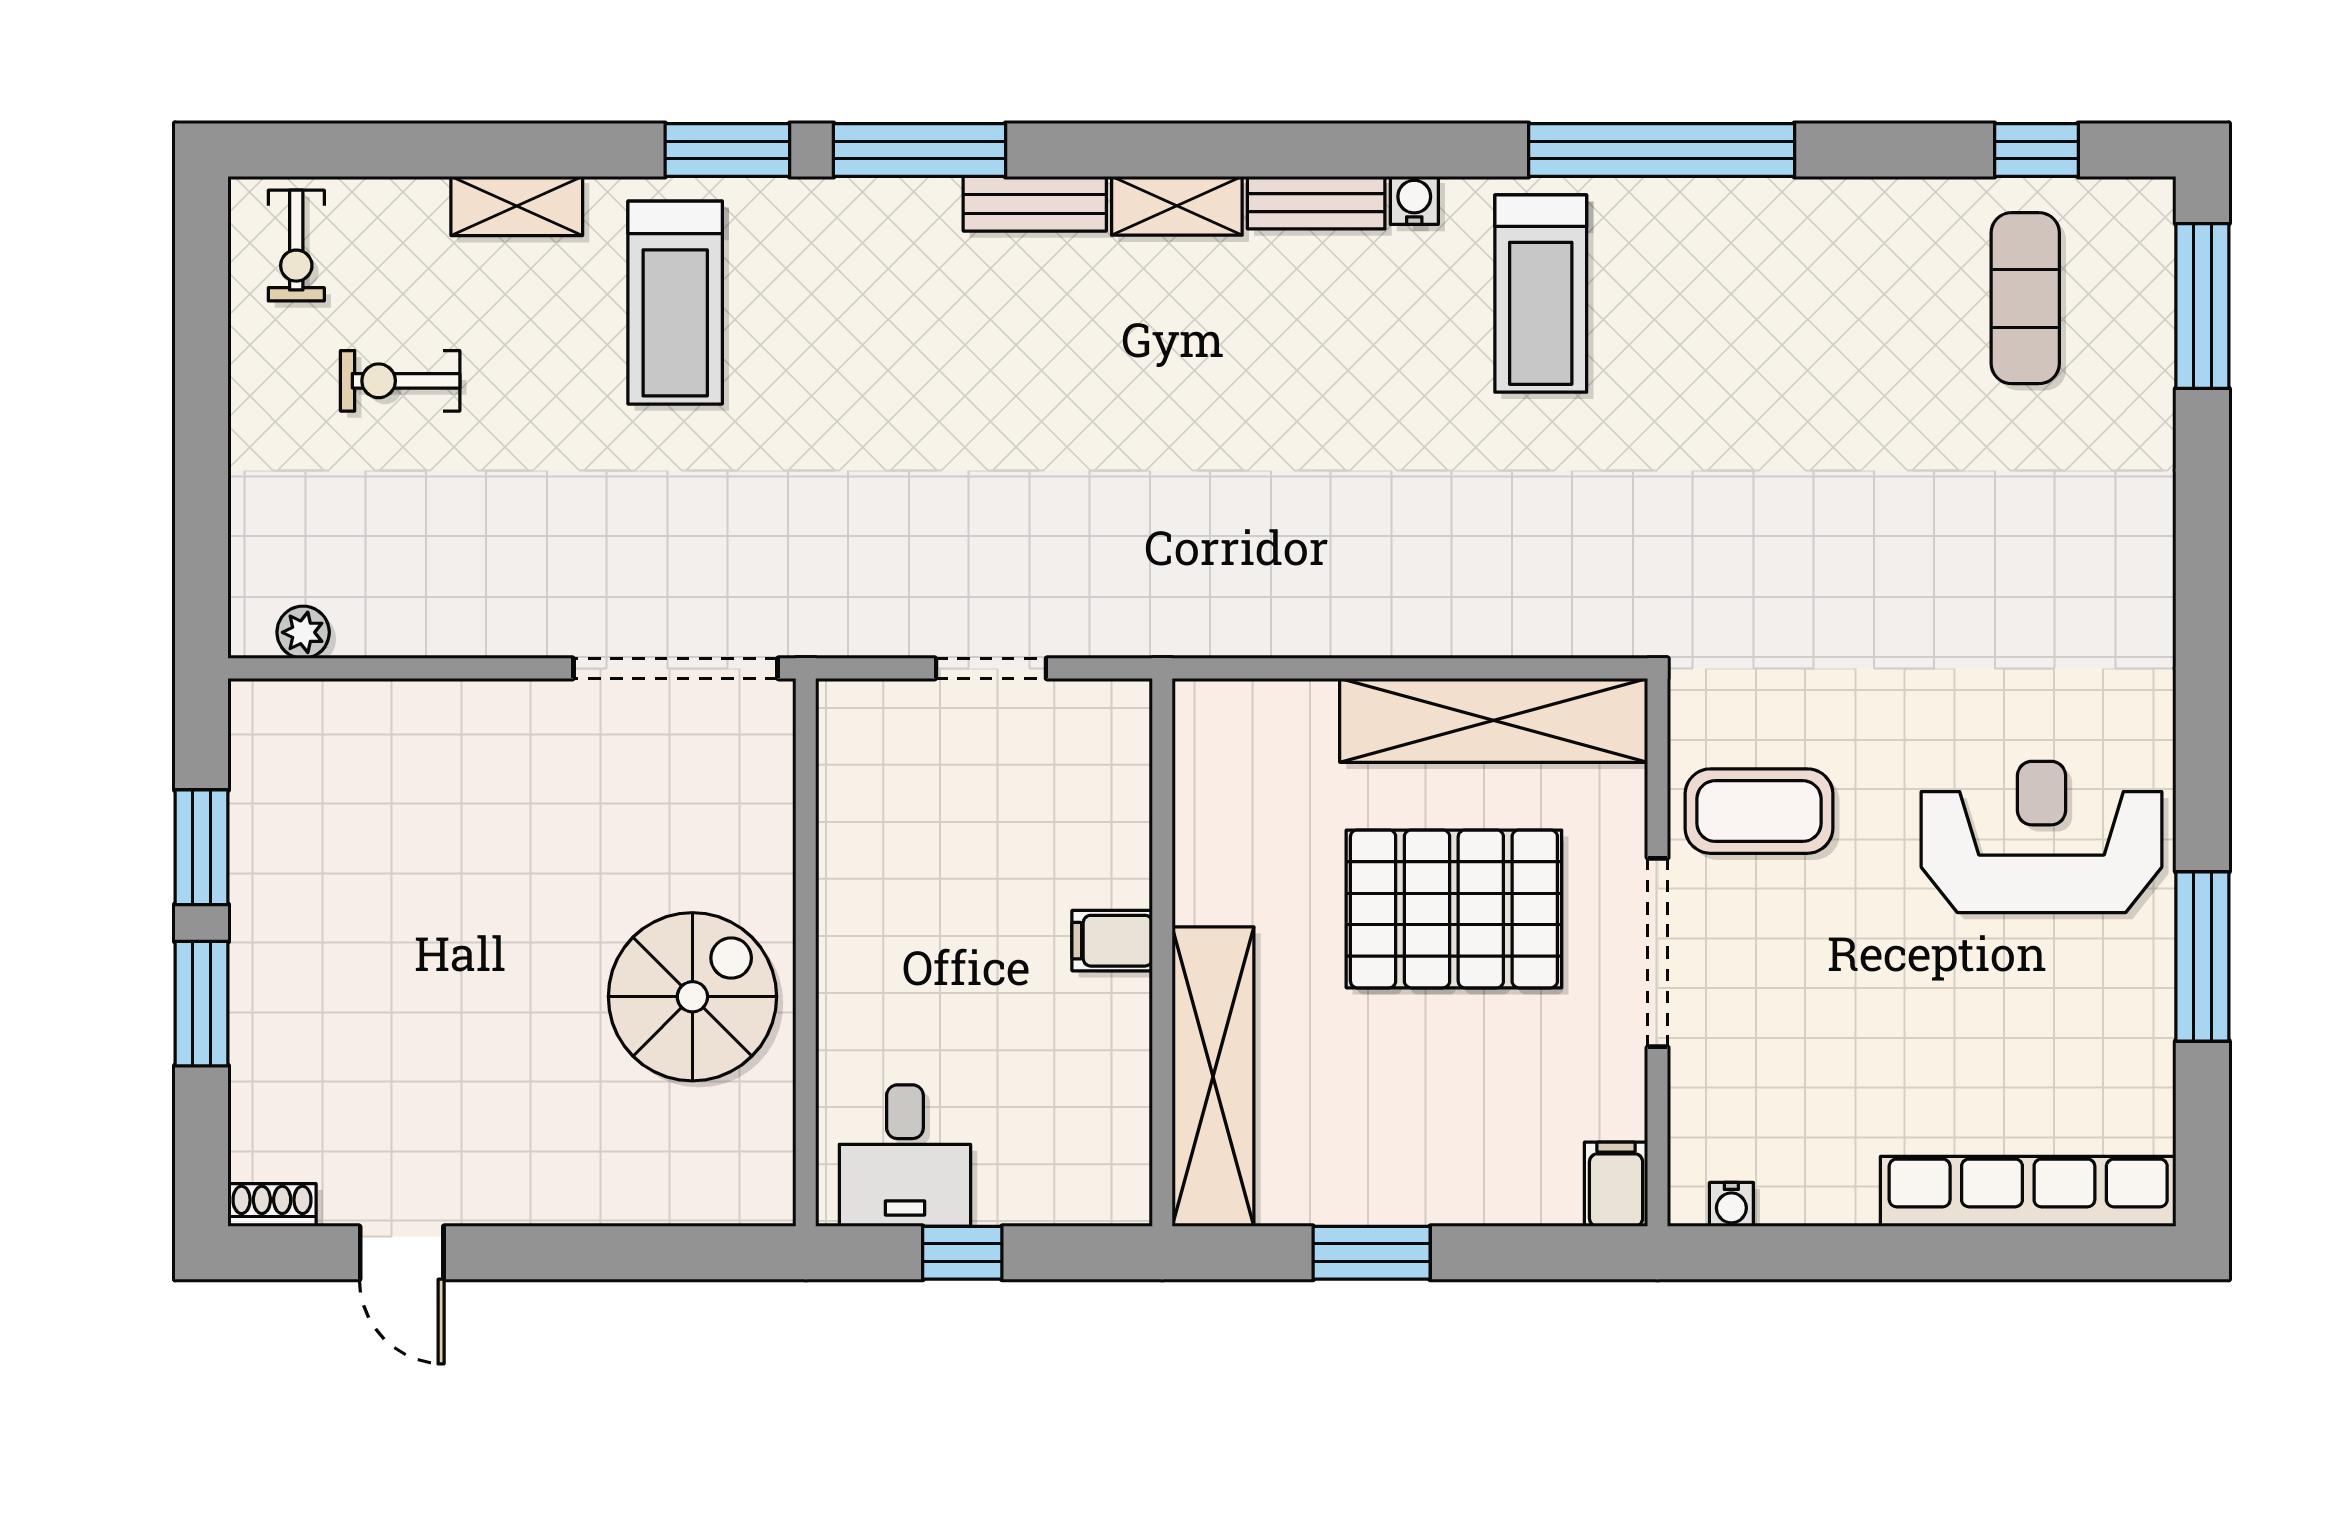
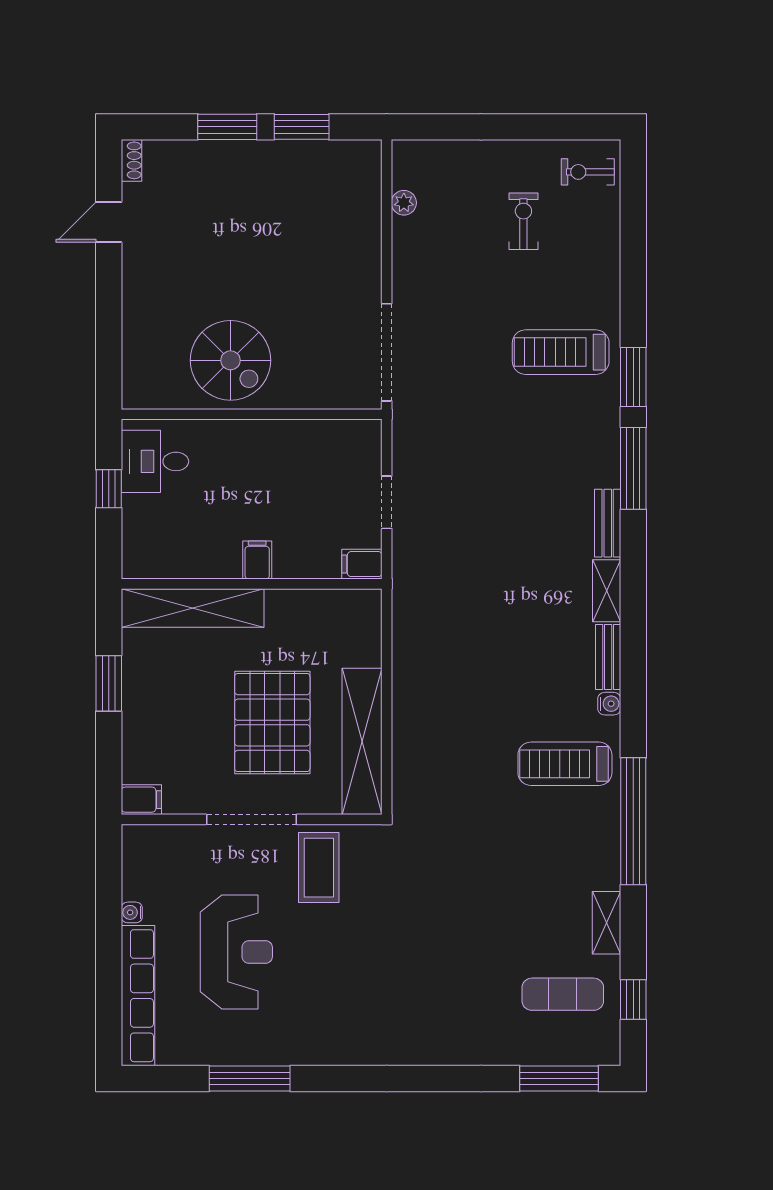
shelving: (517, 206) -> (607, 923), moved
plant: (303, 632) -> (404, 203), moved
filing cabinet: (1121, 720) -> (362, 564), added
reception desk: (2042, 837) -> (236, 952), moved
water cooler: (1731, 1204) -> (132, 912), moved

